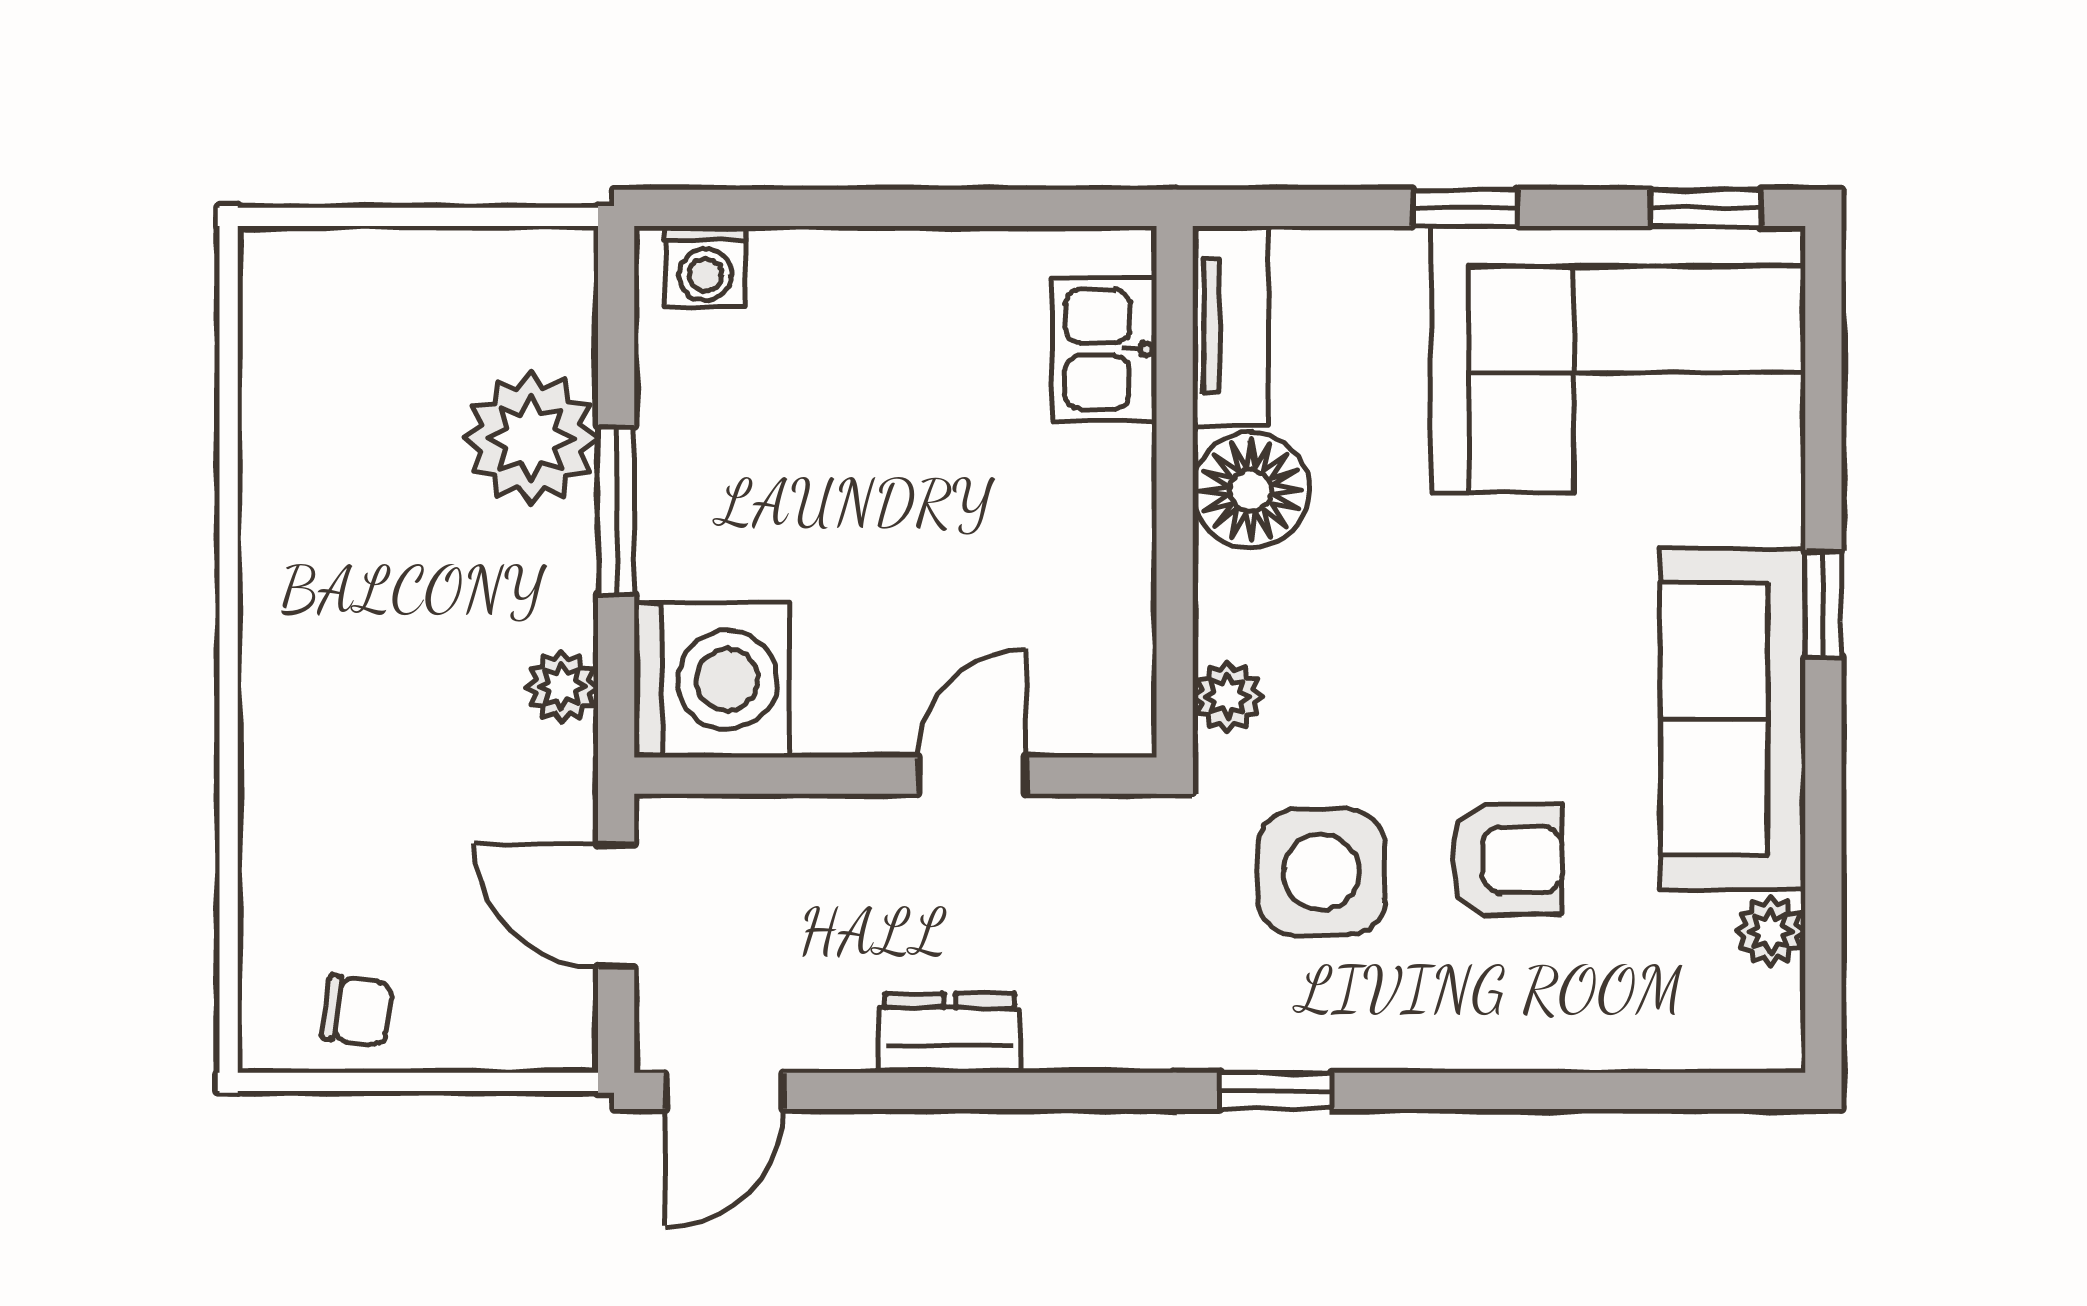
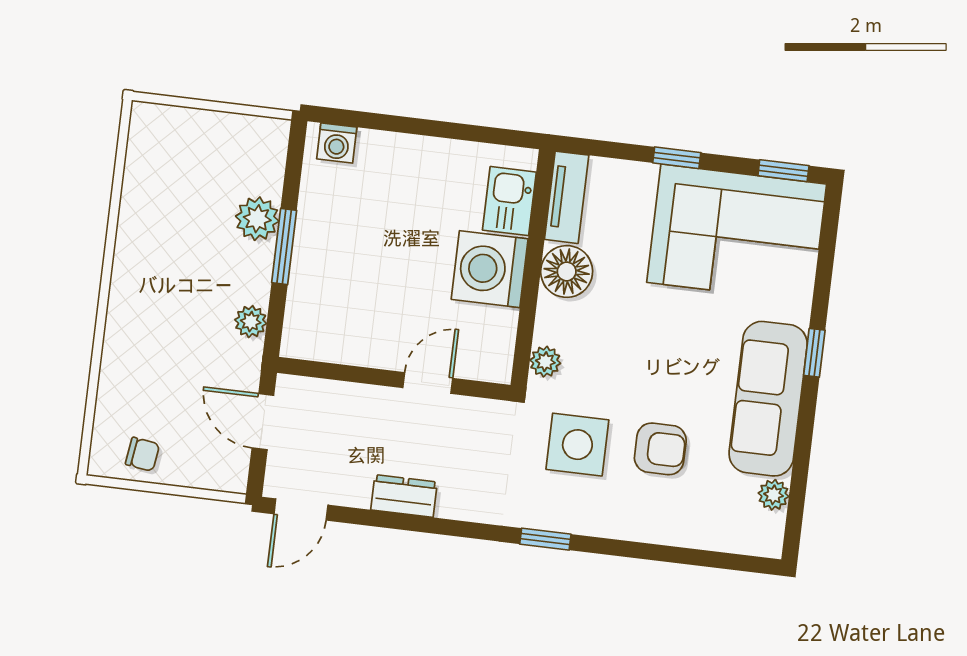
plant: (531, 438) -> (257, 219), width x0.73, depth x0.73
washing machine: (712, 680) -> (490, 269), moved, turned 180

